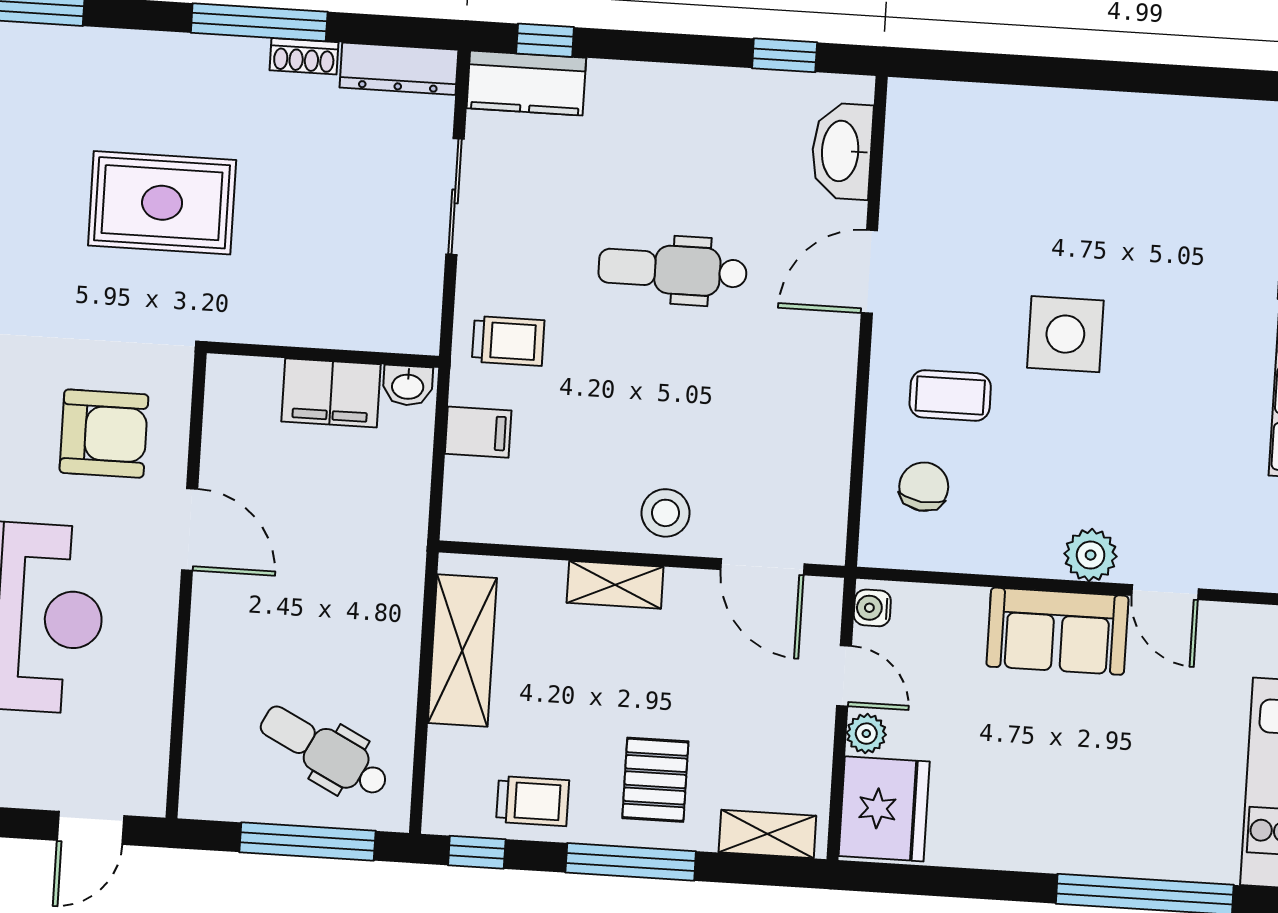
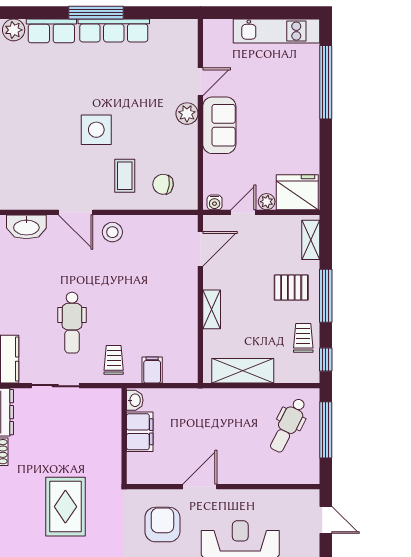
dental chair: (673, 270) -> (72, 323), moved
stool: (666, 513) -> (112, 232), moved

